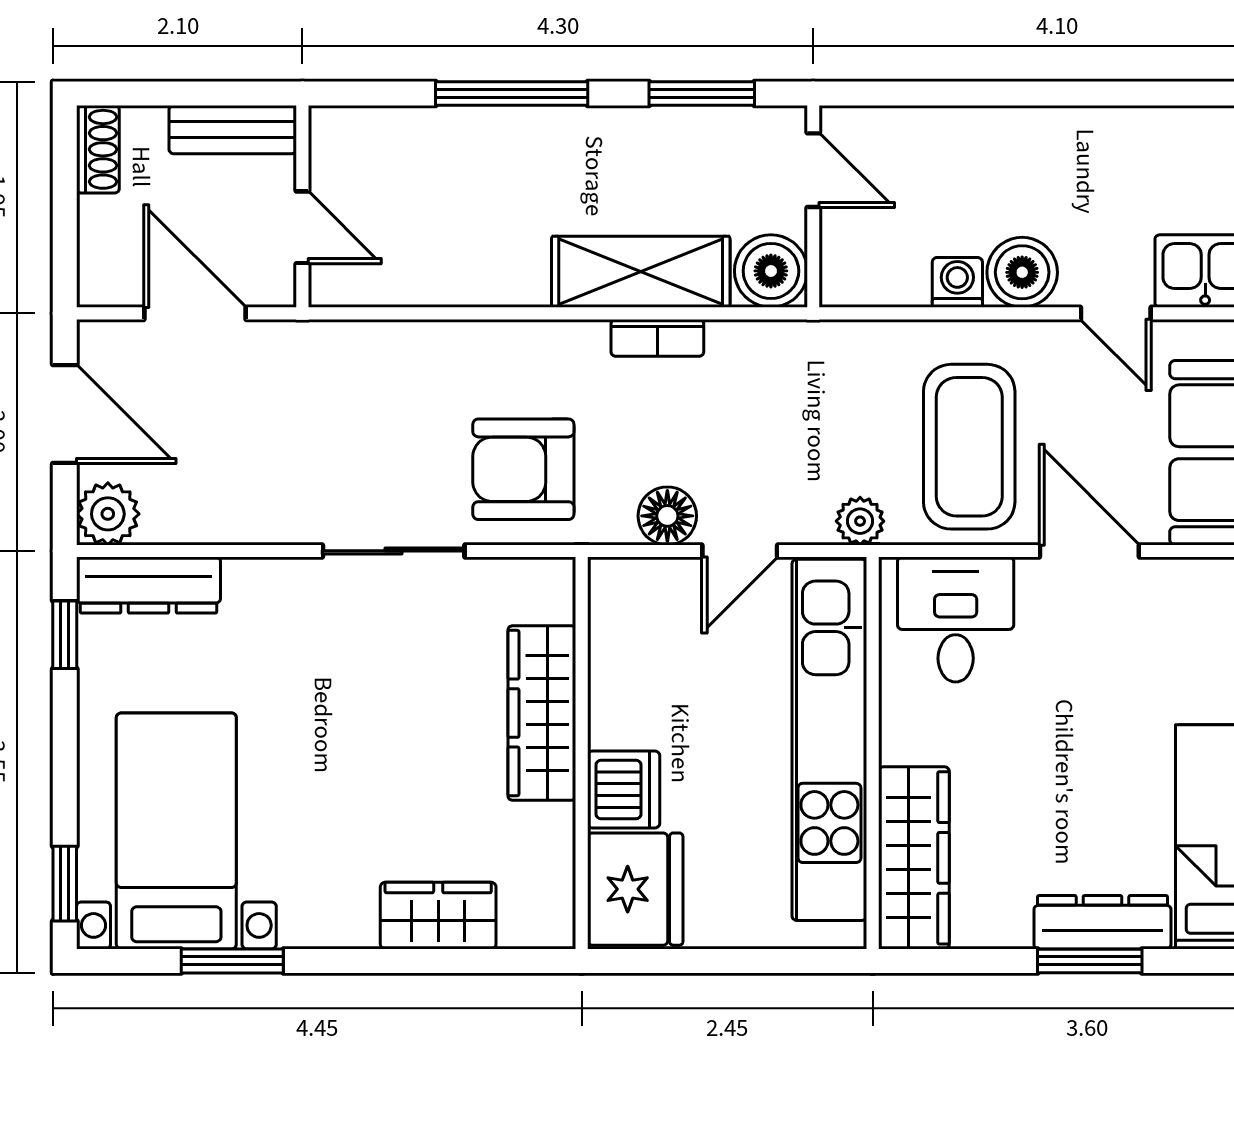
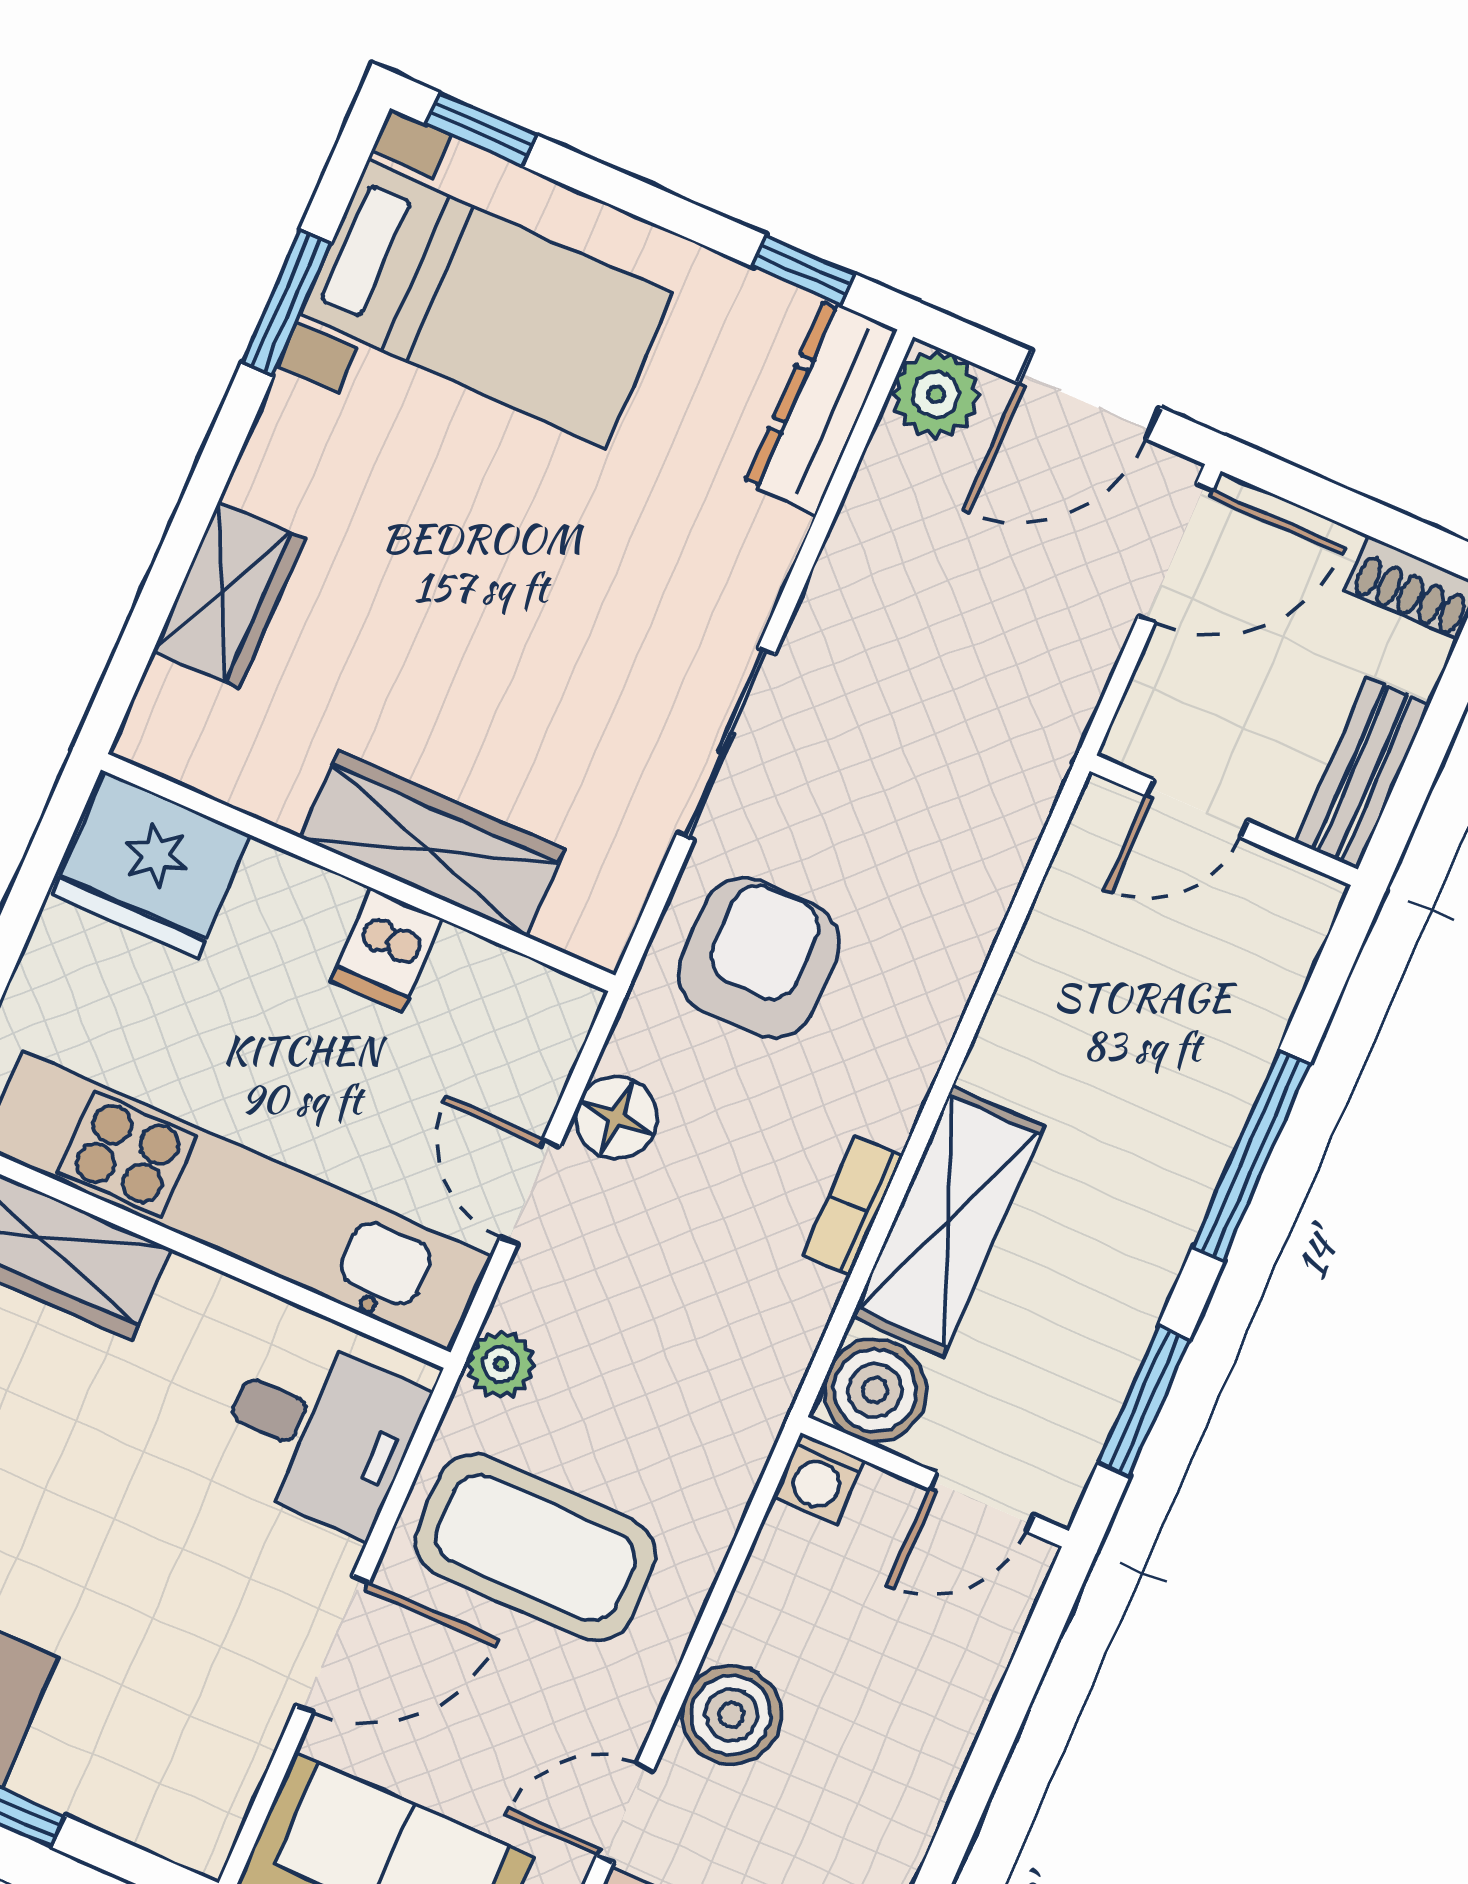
washing machine: (957, 282) -> (819, 1479), moved, turned 90
door: (195, 313) -> (1176, 553), moved
dishwasher: (624, 789) -> (387, 950), moved, width x0.73

